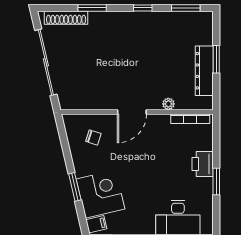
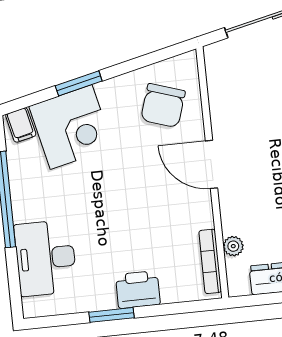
plant: (168, 104) -> (233, 246), moved
chair: (93, 137) -> (163, 105), width x1.87, depth x1.87

